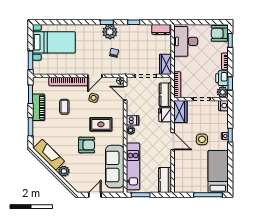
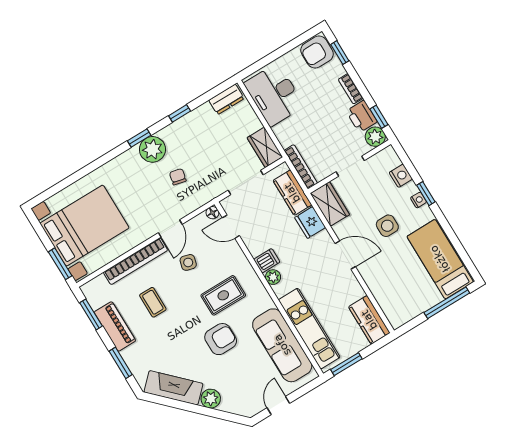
bed with nightstands: (54, 42) -> (84, 226), width x1.36
nightstand: (223, 106) -> (401, 176), moved

